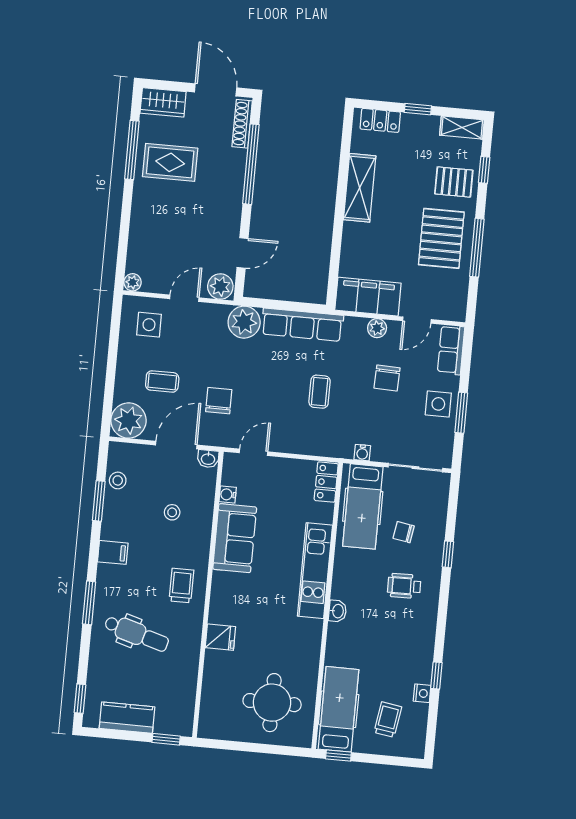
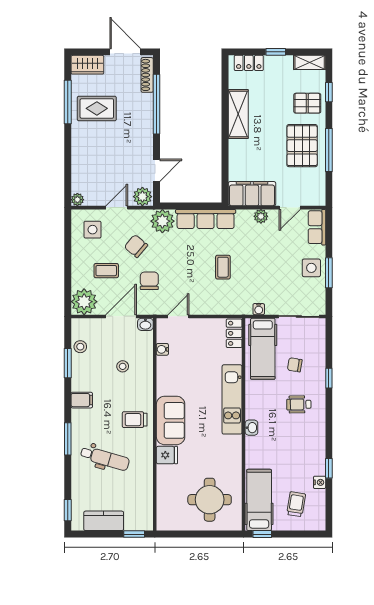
chair: (387, 378) -> (136, 246), moved, turned 128
sofa: (235, 538) -> (171, 420), moved
trolley: (181, 585) -> (135, 420), turned -90

